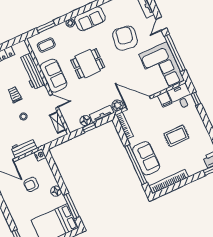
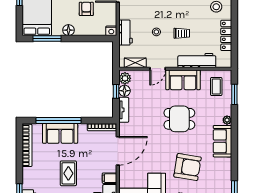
dining table: (88, 64) -> (179, 119), turned 90
plant: (118, 105) -> (125, 78), moved
workbench: (24, 148) -> (125, 33), moved

